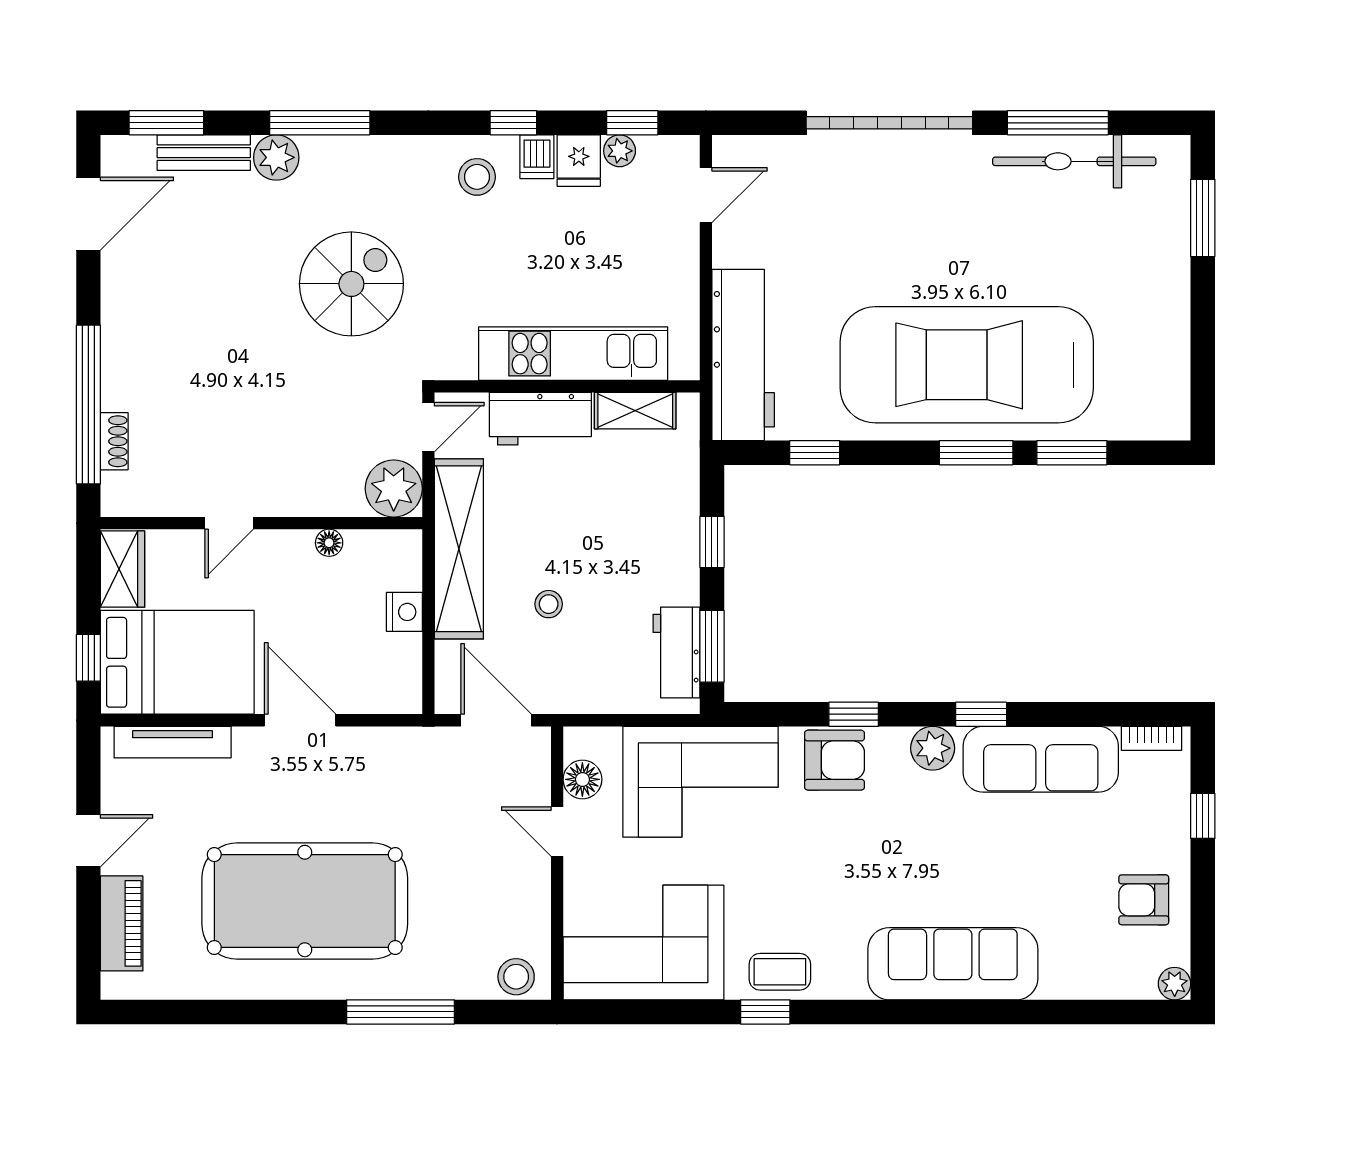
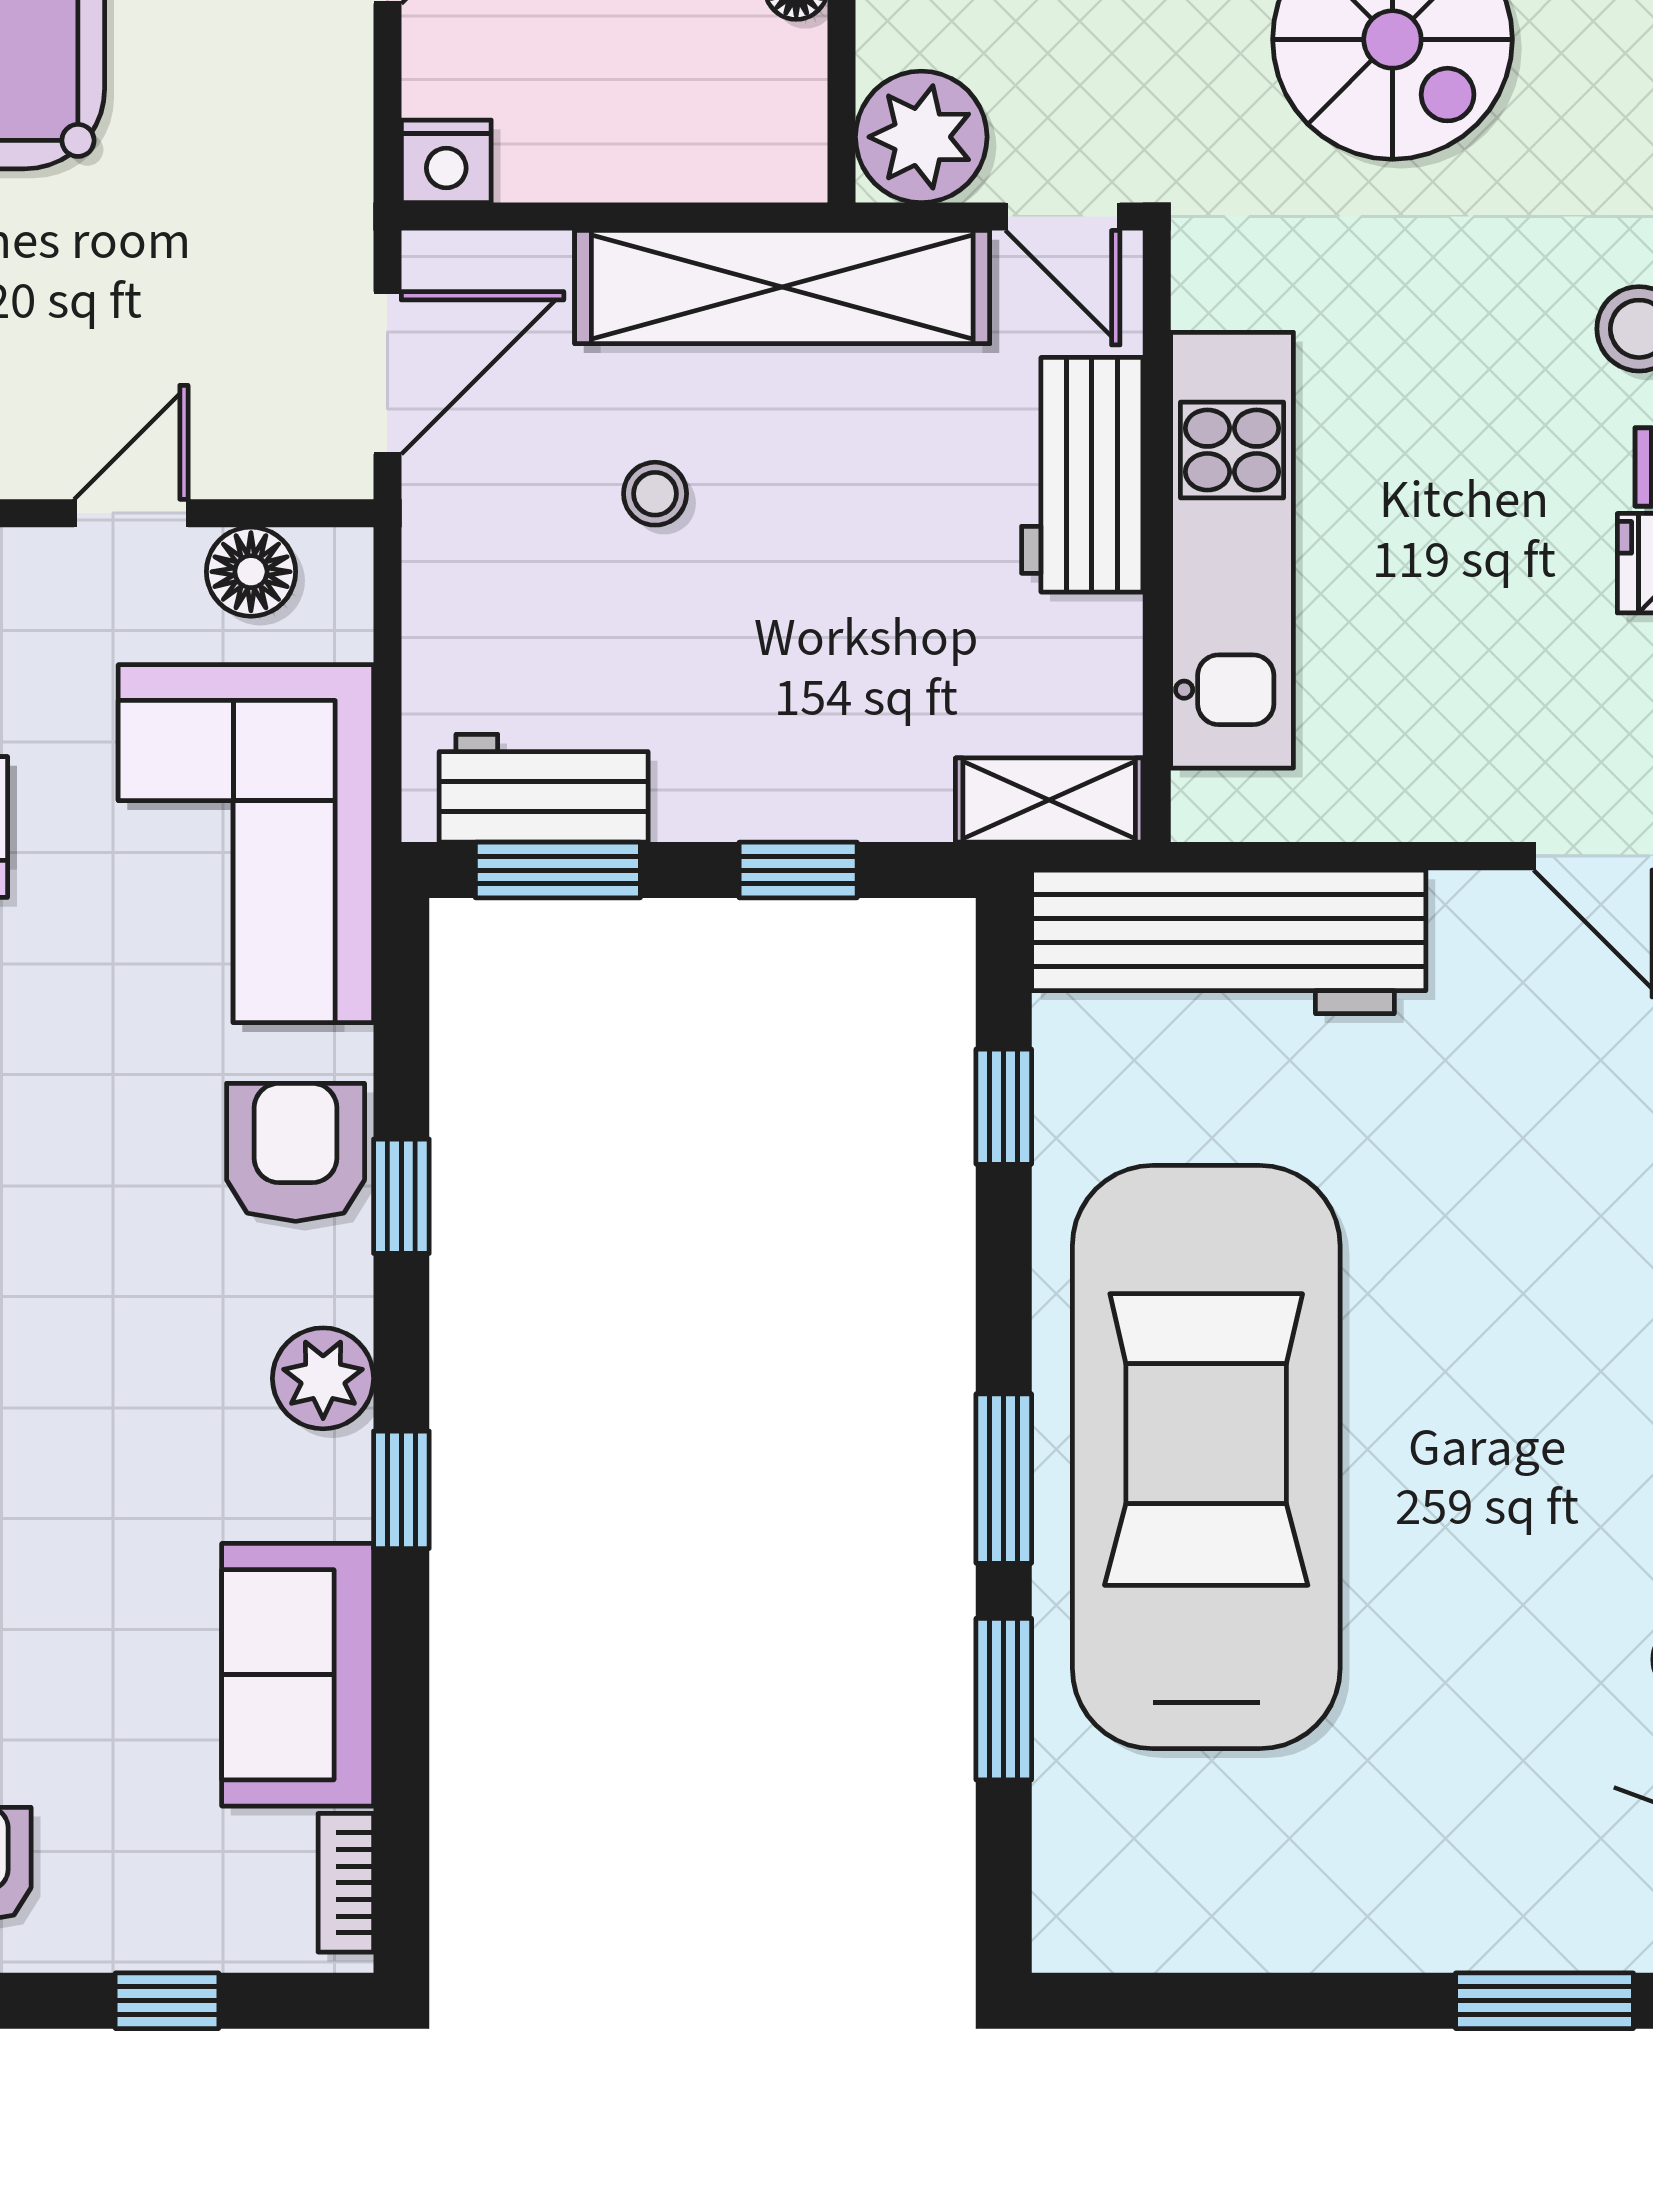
shelving: (635, 411) -> (1049, 800), moved, turned 90
nightstand: (404, 612) -> (446, 161), moved
sofa: (1041, 759) -> (298, 1675), width x0.73
armchair: (834, 760) -> (296, 1152), turned 180

